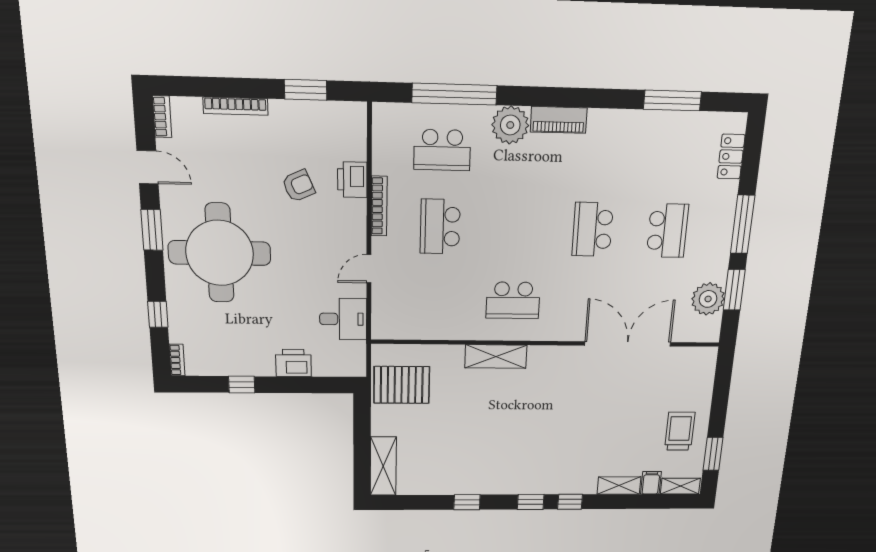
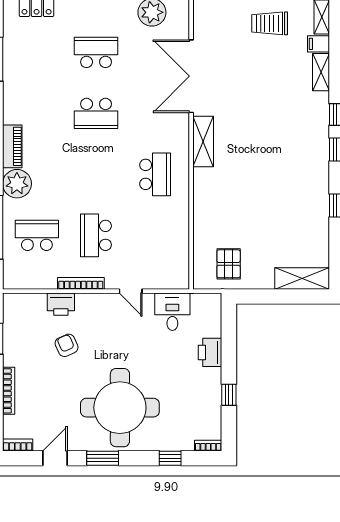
school desk: (442, 150) -> (37, 235), turned -90
school desk: (440, 227) -> (96, 235), turned 90
shelving: (496, 356) -> (203, 142), moved
pallet: (402, 385) -> (229, 264), width x0.67, depth x0.71

